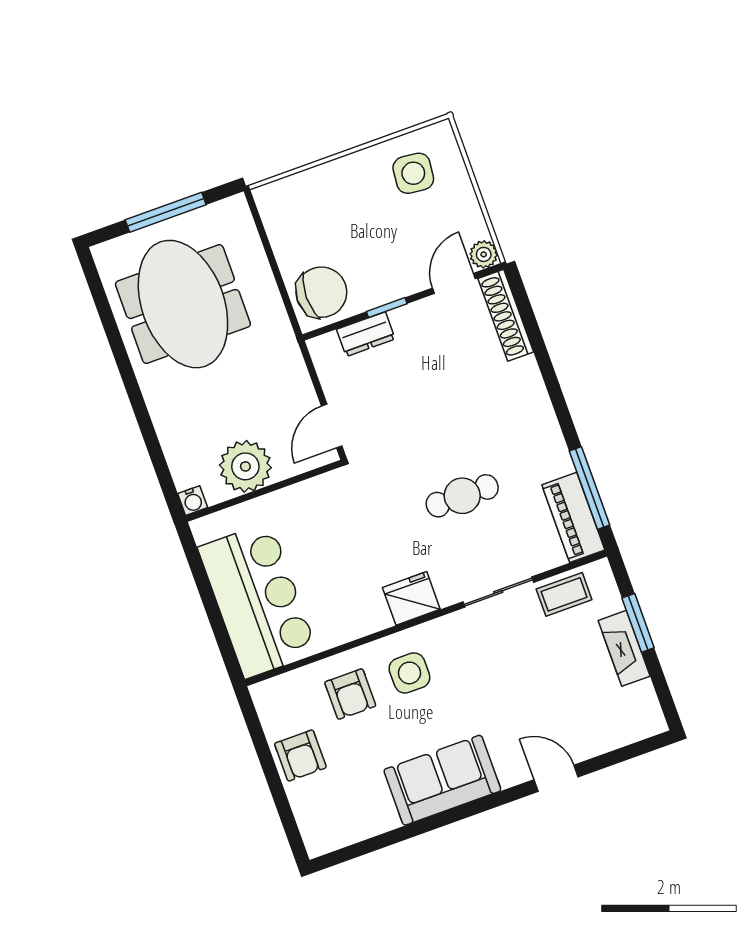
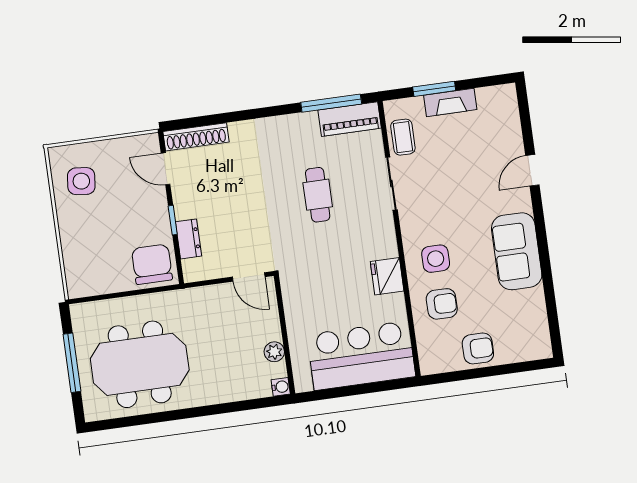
plant: (484, 254) -> (149, 143), removed
plant: (245, 466) -> (274, 352), width x0.53, depth x0.53
fridge: (411, 598) -> (387, 276), moved

